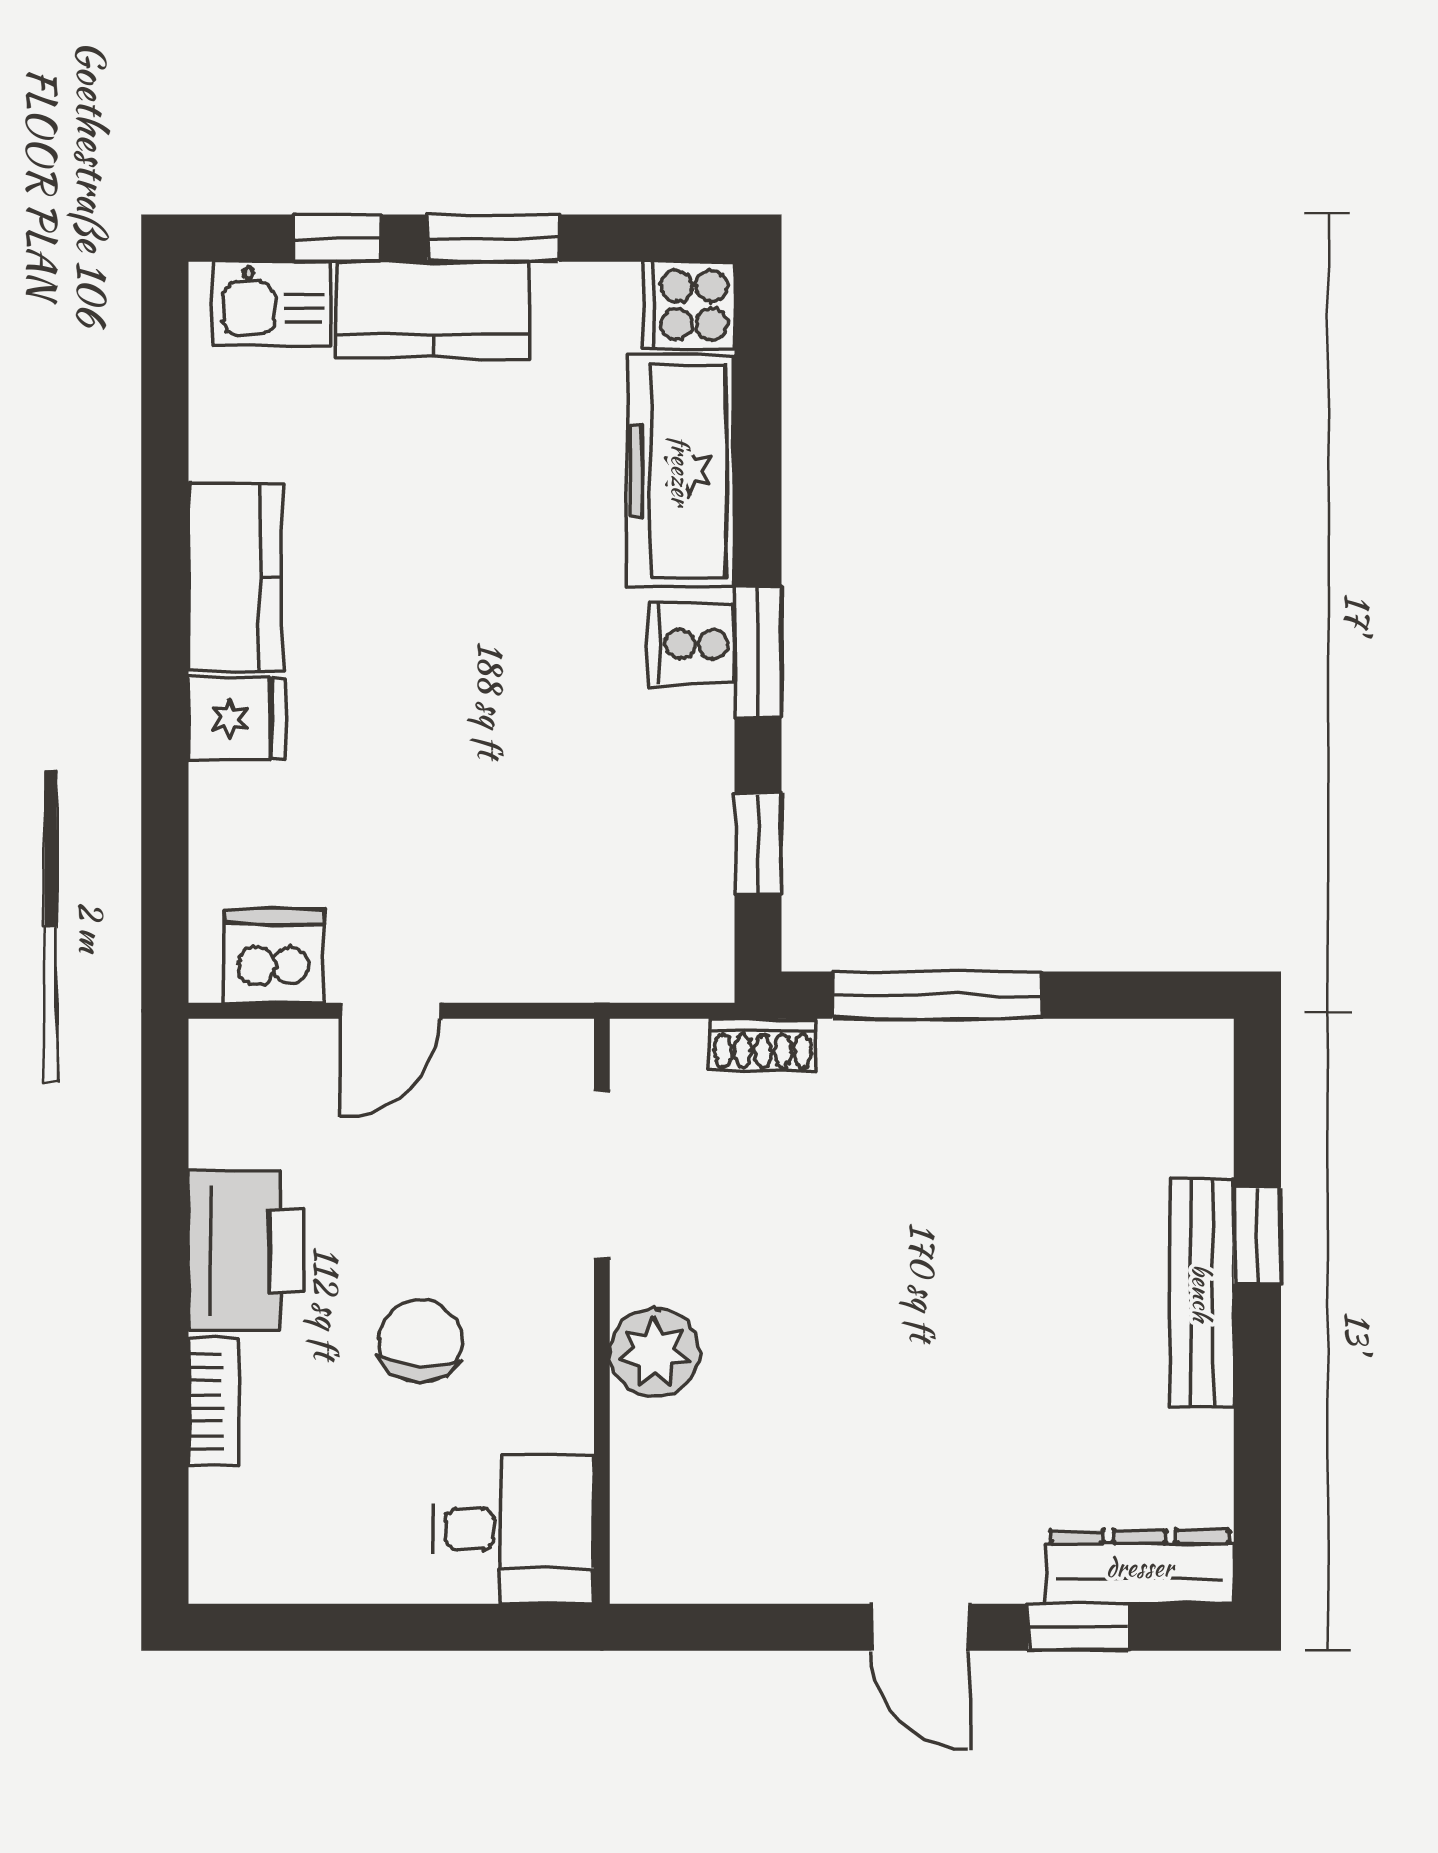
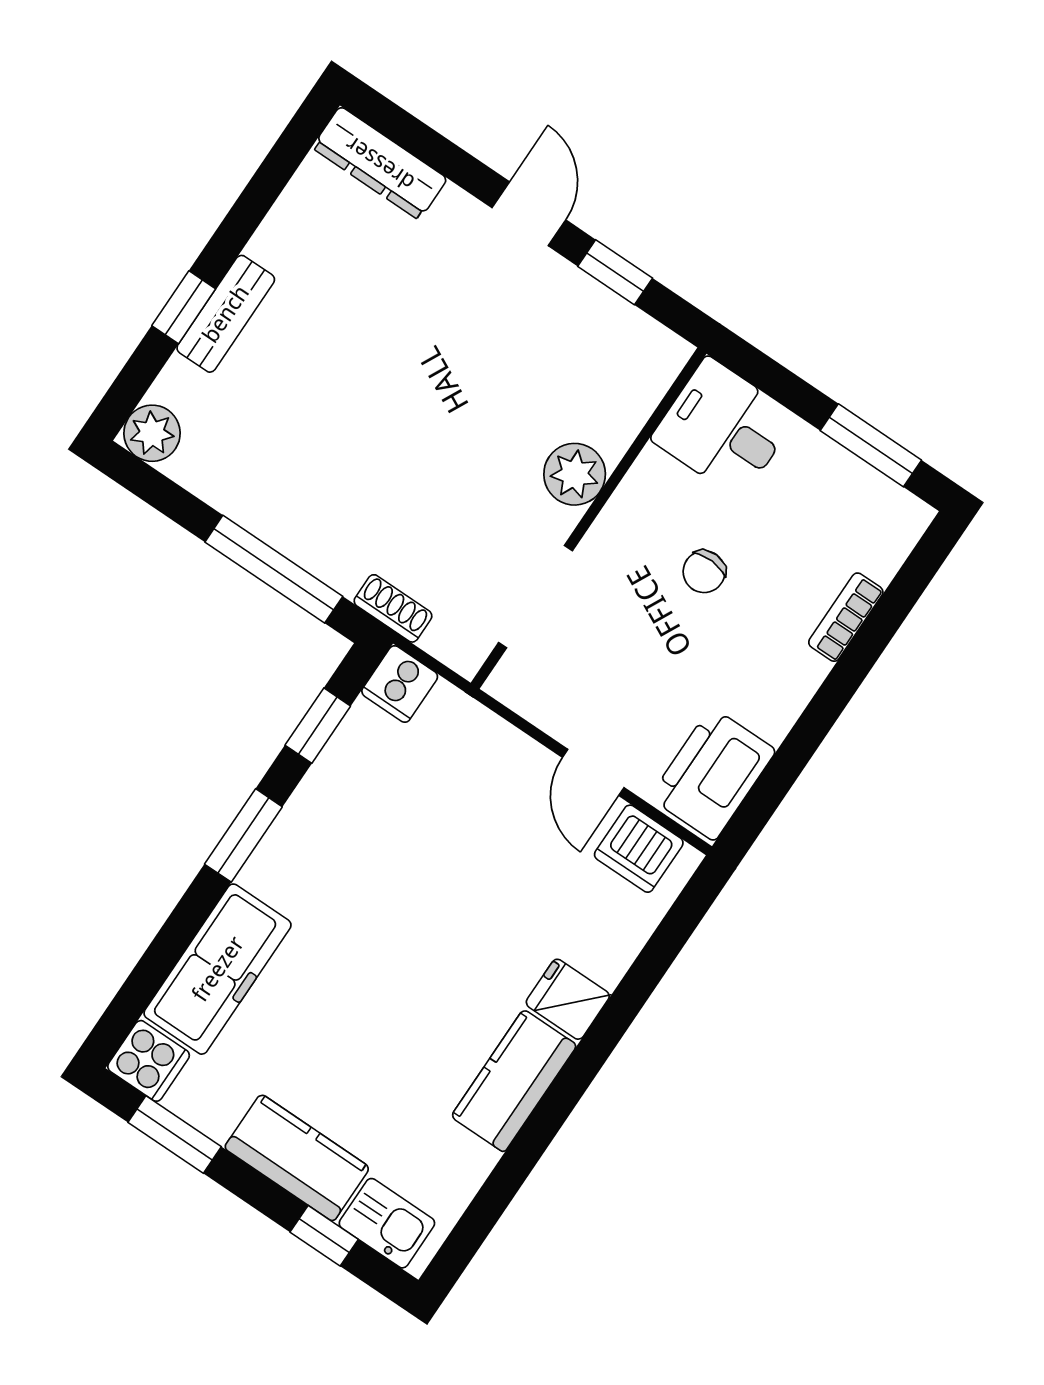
window: (493, 238) -> (175, 1134), moved
cooker: (691, 644) -> (400, 684), moved, turned 90
door: (390, 1011) -> (593, 772), swing flipped
plant: (1193, 1059) -> (152, 433), added
printer: (246, 1251) -> (713, 774), moved
bench: (1202, 1293) -> (226, 314), width x0.73
chair: (420, 1341) -> (704, 572), width x0.73, depth x0.73
window: (323, 1627) -> (871, 445), added
window: (1078, 1627) -> (615, 272), moved

